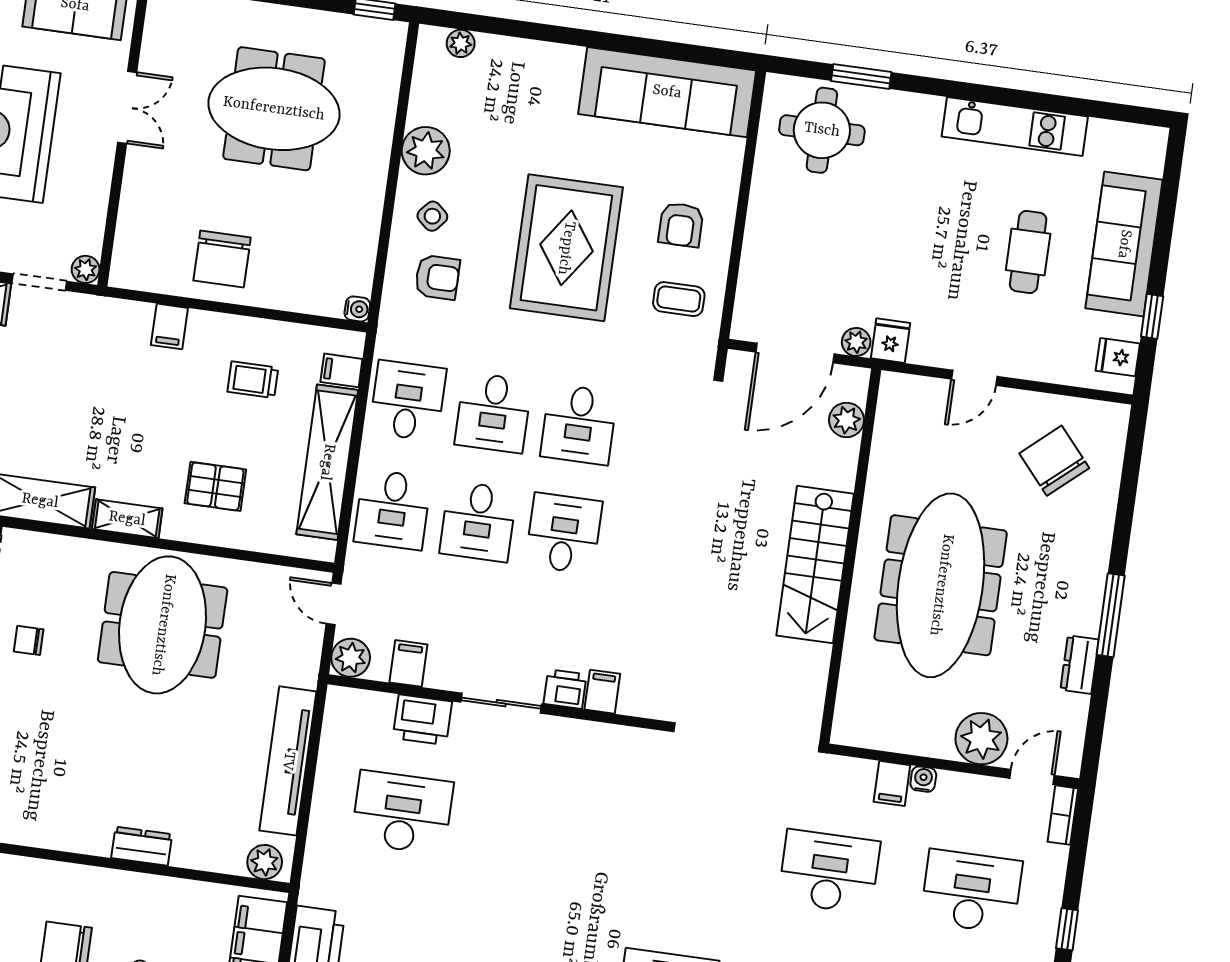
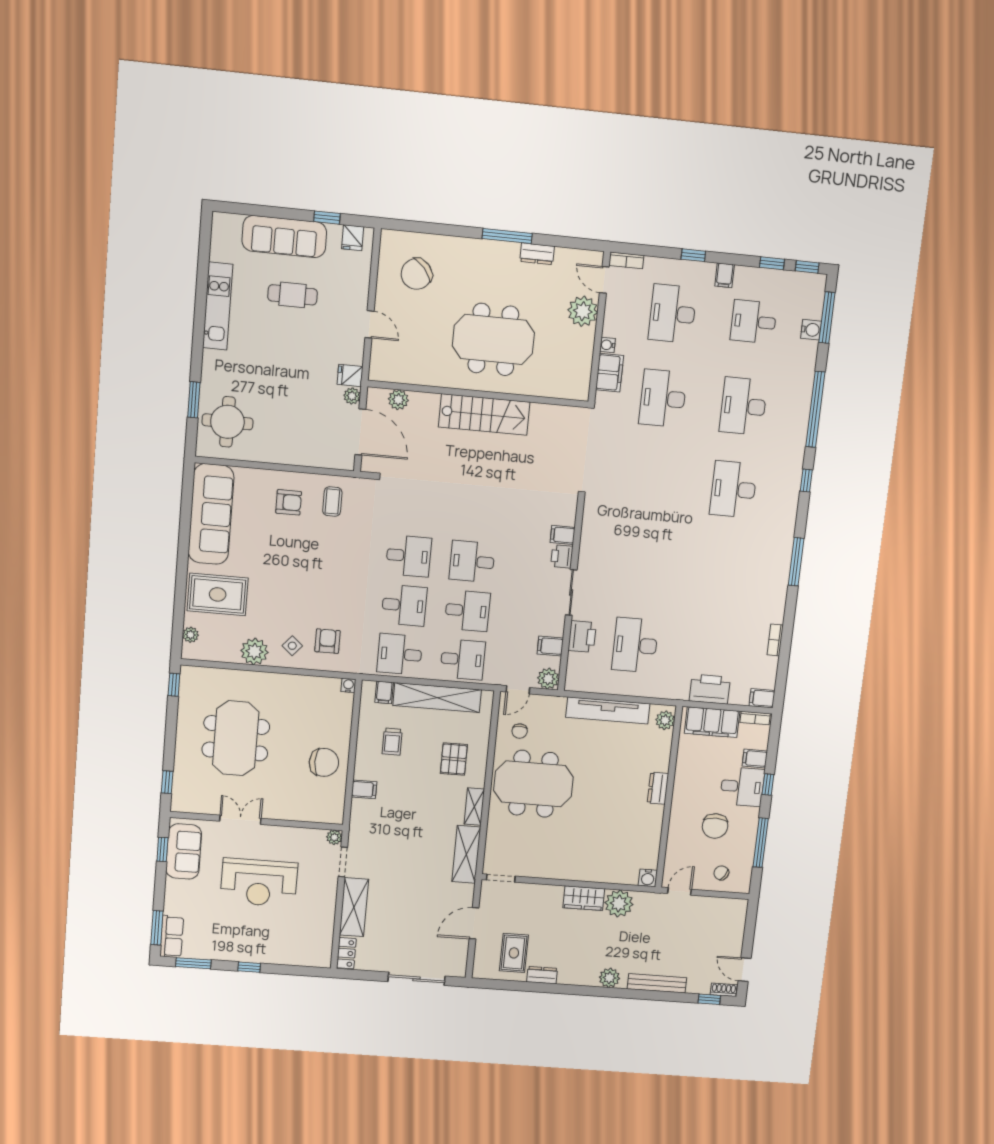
rug: (566, 248) -> (218, 594), moved, width x0.73, depth x0.69
meeting table: (941, 585) -> (493, 339), width x0.73
chair: (29, 640) -> (520, 731), moved
filing cabinet: (892, 783) -> (610, 373), width x2.00

